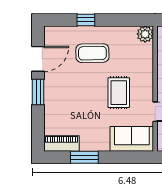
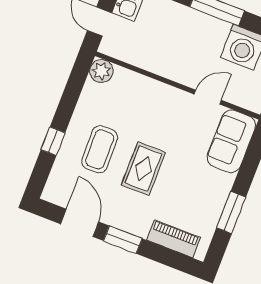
rug: (119, 93) -> (143, 169), moved, turned 90
piano: (62, 144) -> (174, 239), moved, turned 90

